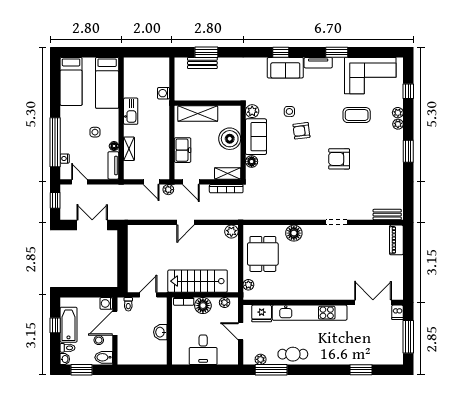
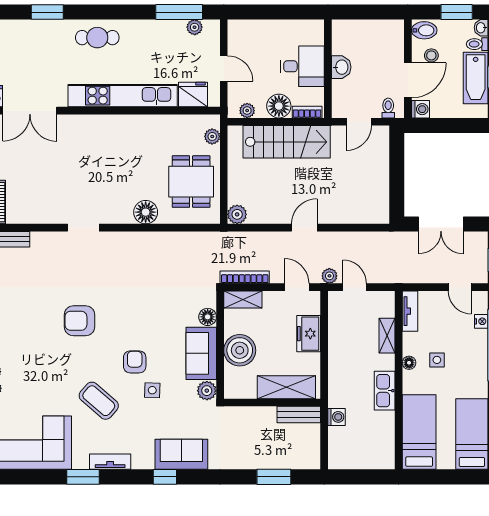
bench: (202, 63) -> (299, 414), moved
sofa: (285, 68) -> (181, 454), moved
coffee table: (357, 115) -> (99, 401), moved, turned 41
armchair: (301, 131) -> (135, 362), turned -83
floor lamp: (114, 146) -> (409, 363), moved
armchair: (339, 159) -> (80, 321), turned 180
desk: (203, 350) -> (302, 66), moved, turned 90
cafe table: (293, 354) -> (97, 38), moved

